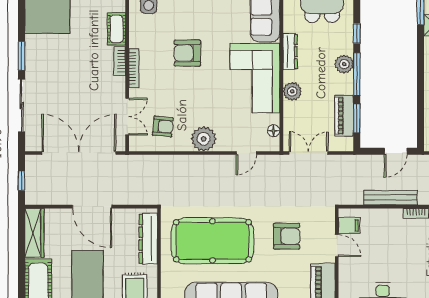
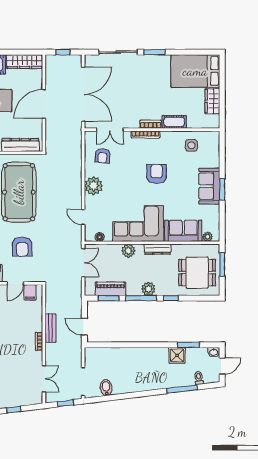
bench: (391, 198) -> (51, 328), width x0.73

